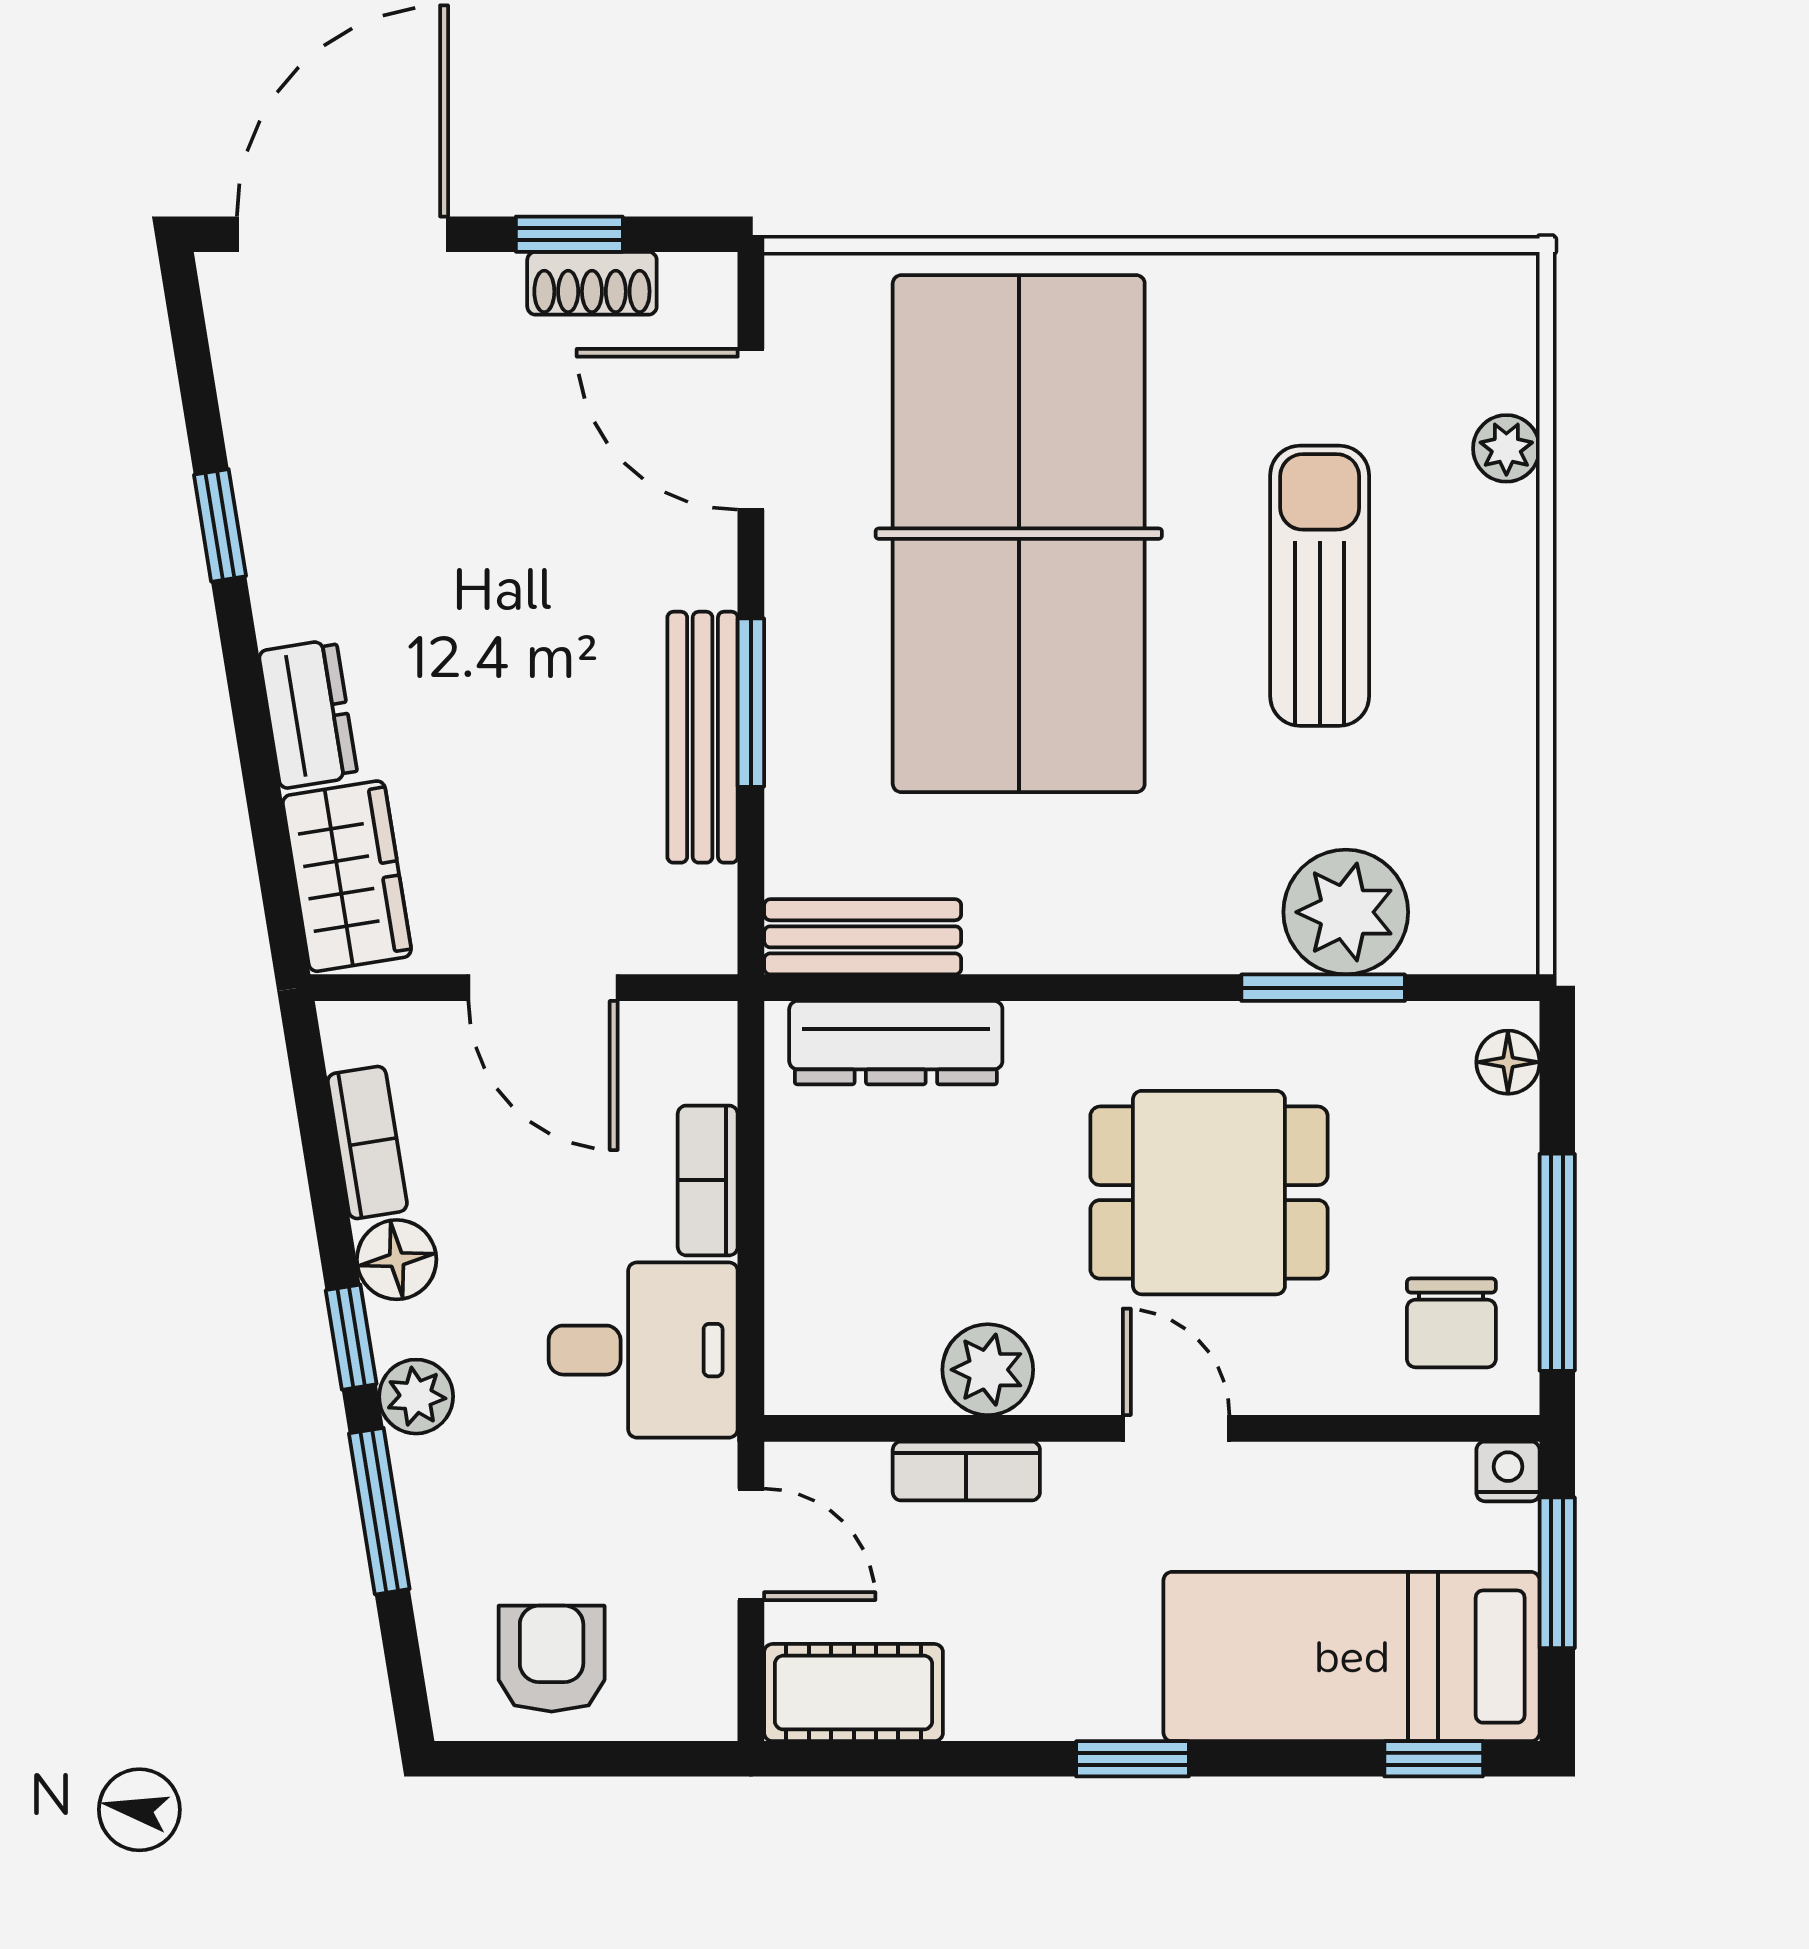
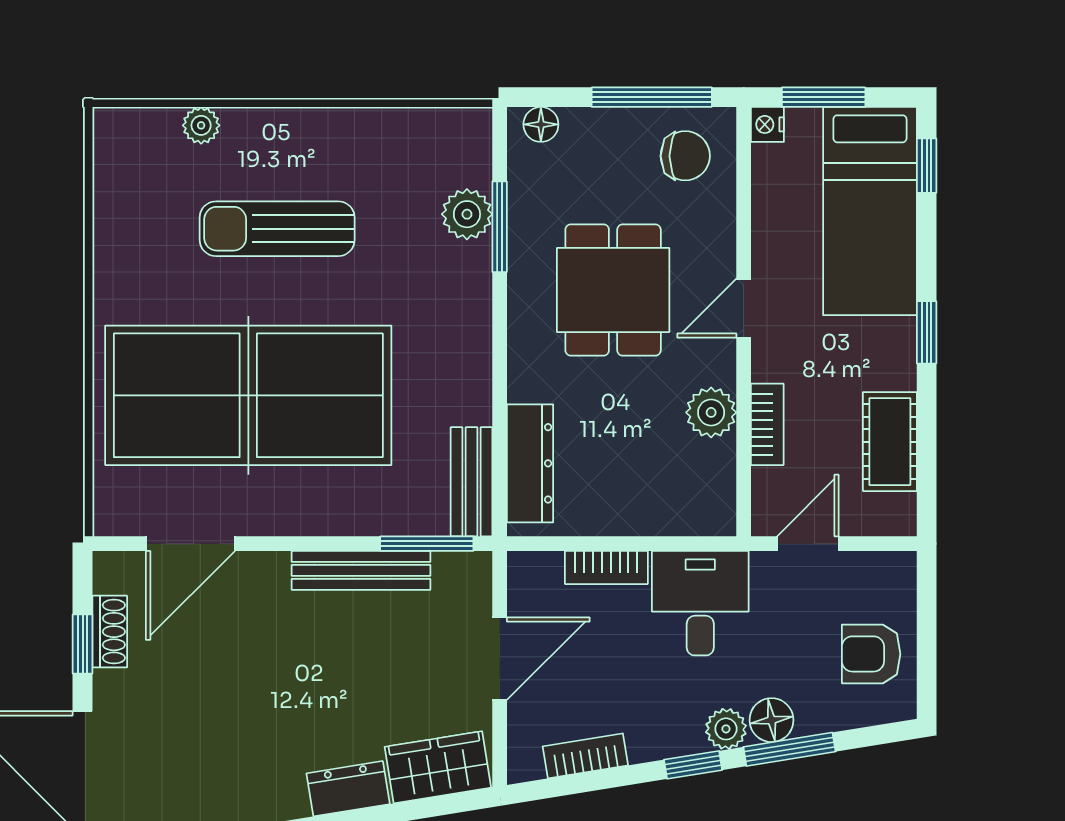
window: (751, 703) -> (427, 544), moved
plant: (1346, 912) -> (467, 214), width x0.73, depth x0.73
floor lamp: (397, 1260) -> (772, 720), moved
cot: (854, 1693) -> (890, 442), moved

